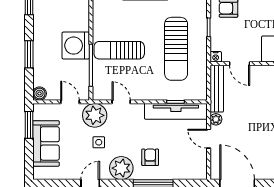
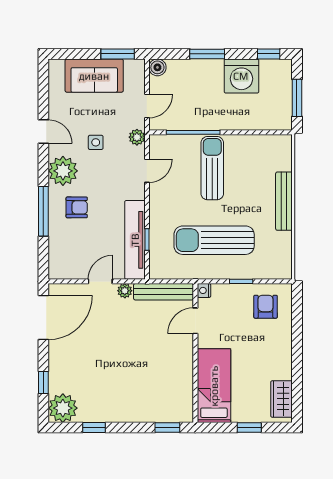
washing machine: (76, 46) -> (241, 76), moved, turned 180
plant: (95, 115) -> (137, 137), width x0.53, depth x0.53

